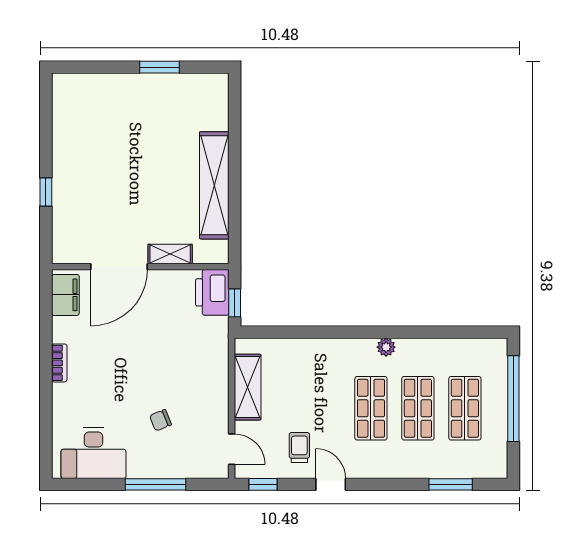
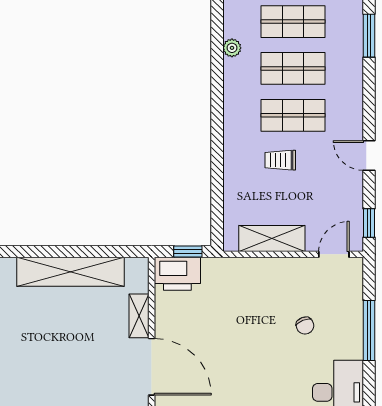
plant: (386, 347) -> (232, 48), moved
trolley: (299, 448) -> (280, 160), moved
door: (331, 484) -> (369, 155), hinge flipped

